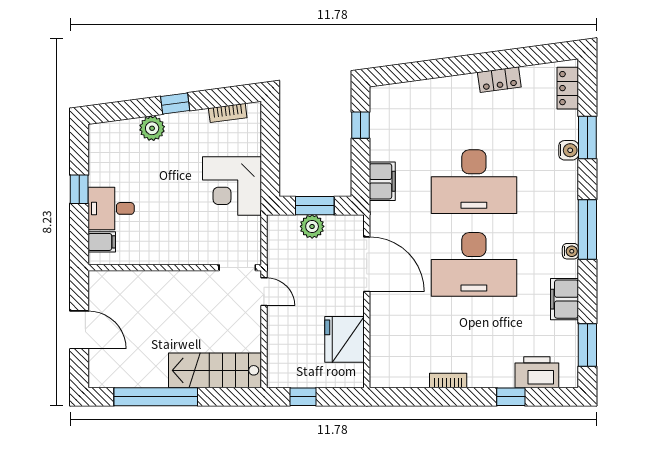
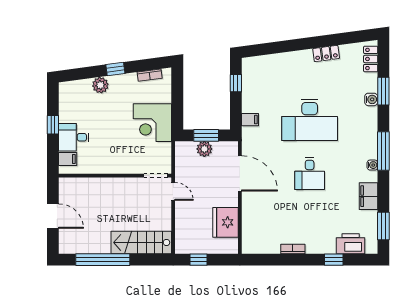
filing cabinet: (382, 181) -> (250, 120), width x0.50
desk: (474, 264) -> (310, 174), width x0.53, depth x0.77

